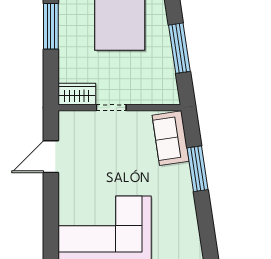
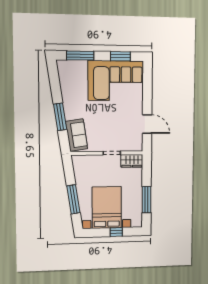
window: (179, 48) -> (73, 199), moved
door: (51, 157) -> (147, 124), hinge flipped

